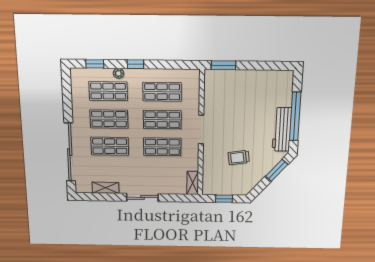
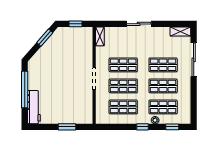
window: (223, 65) -> (67, 127), moved
workbench: (282, 129) -> (34, 107), moved
sliding door: (70, 152) -> (194, 60), width x0.73
trolley: (239, 157) -> (65, 57), removed
window: (277, 170) -> (45, 38), moved
shelving: (106, 188) -> (180, 31), moved

